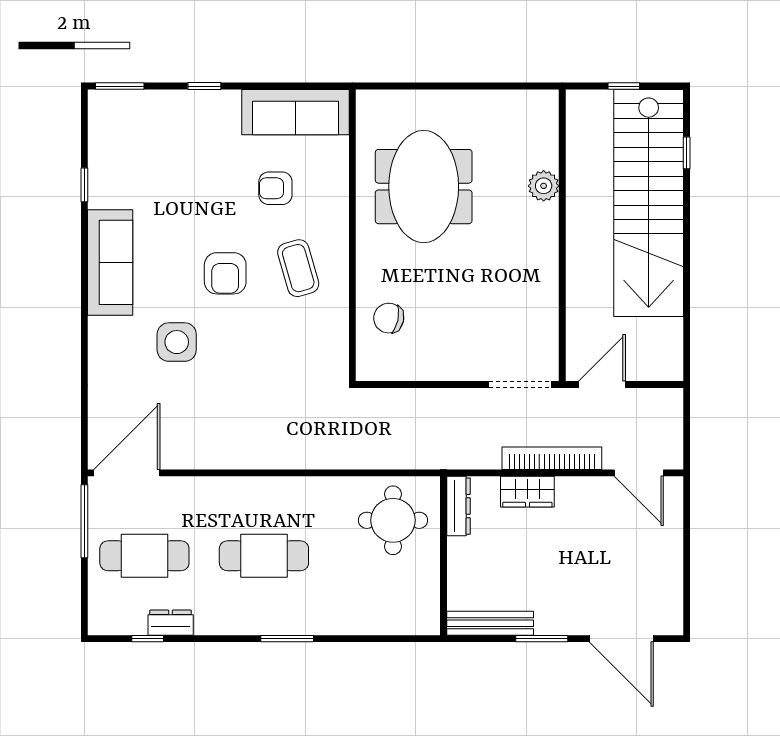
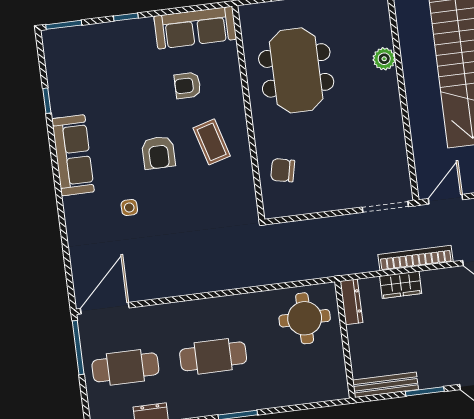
side table: (177, 342) -> (129, 207), width x0.54, depth x0.54

